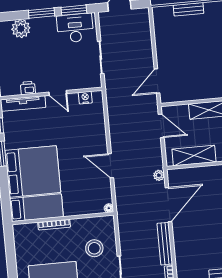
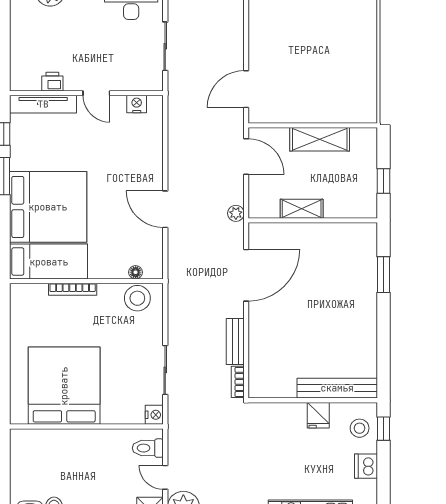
shelving: (194, 156) -> (302, 209), width x0.67, depth x0.75
plant: (159, 175) -> (236, 213), moved
floor lamp: (109, 208) -> (136, 272), moved
bench: (165, 244) -> (235, 341), width x0.73
stool: (94, 248) -> (137, 298), moved

